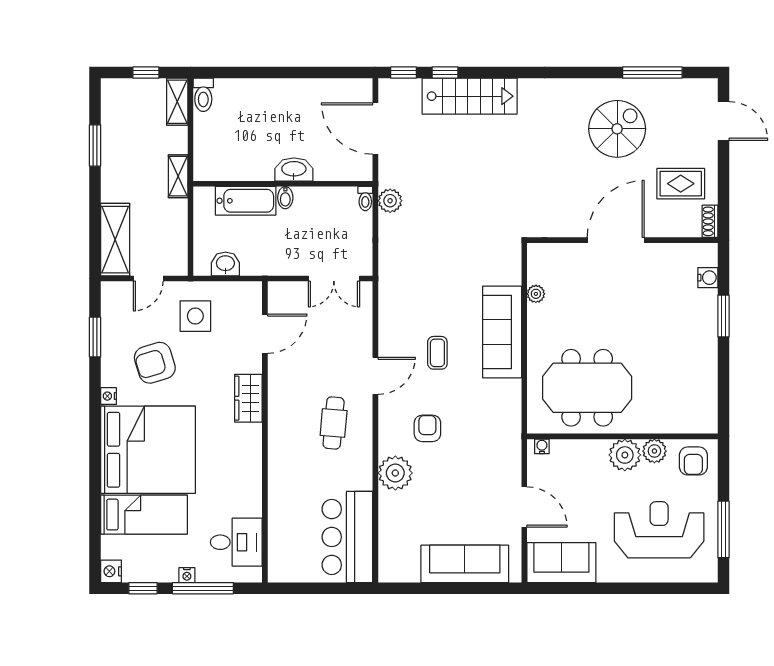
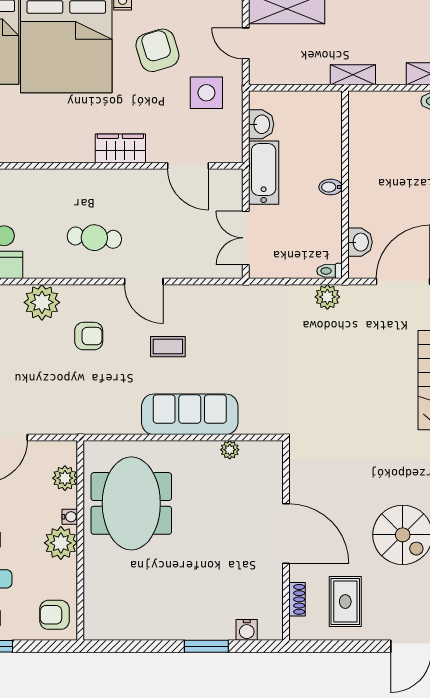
washbasin: (294, 170) -> (360, 242), moved, width x0.72
bathtub: (246, 201) -> (264, 173), moved, turned 180
shoe rack: (710, 221) -> (297, 599), moved, turned 90
water cooler: (542, 446) -> (70, 517), moved
plant: (654, 451) -> (65, 478), moved

